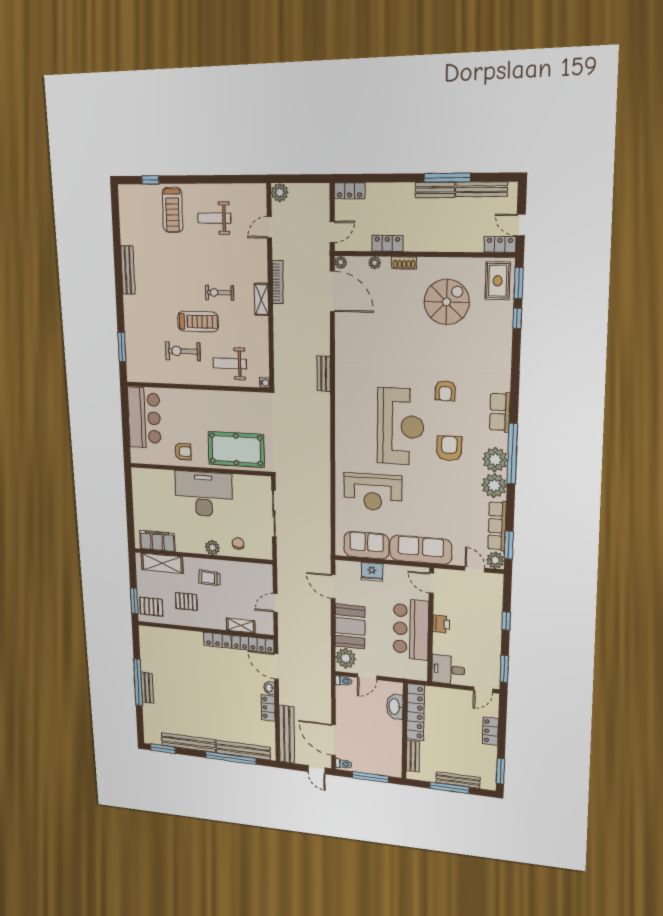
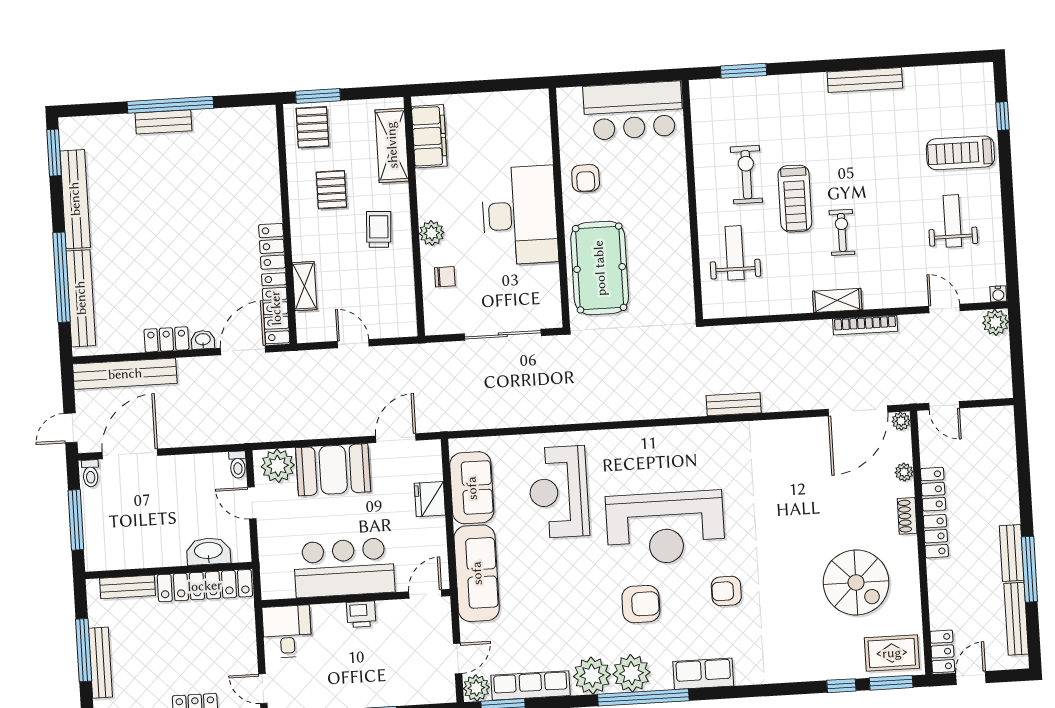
locker: (350, 191) -> (936, 536), moved, turned 180
water cooler: (265, 383) -> (998, 294), moved

